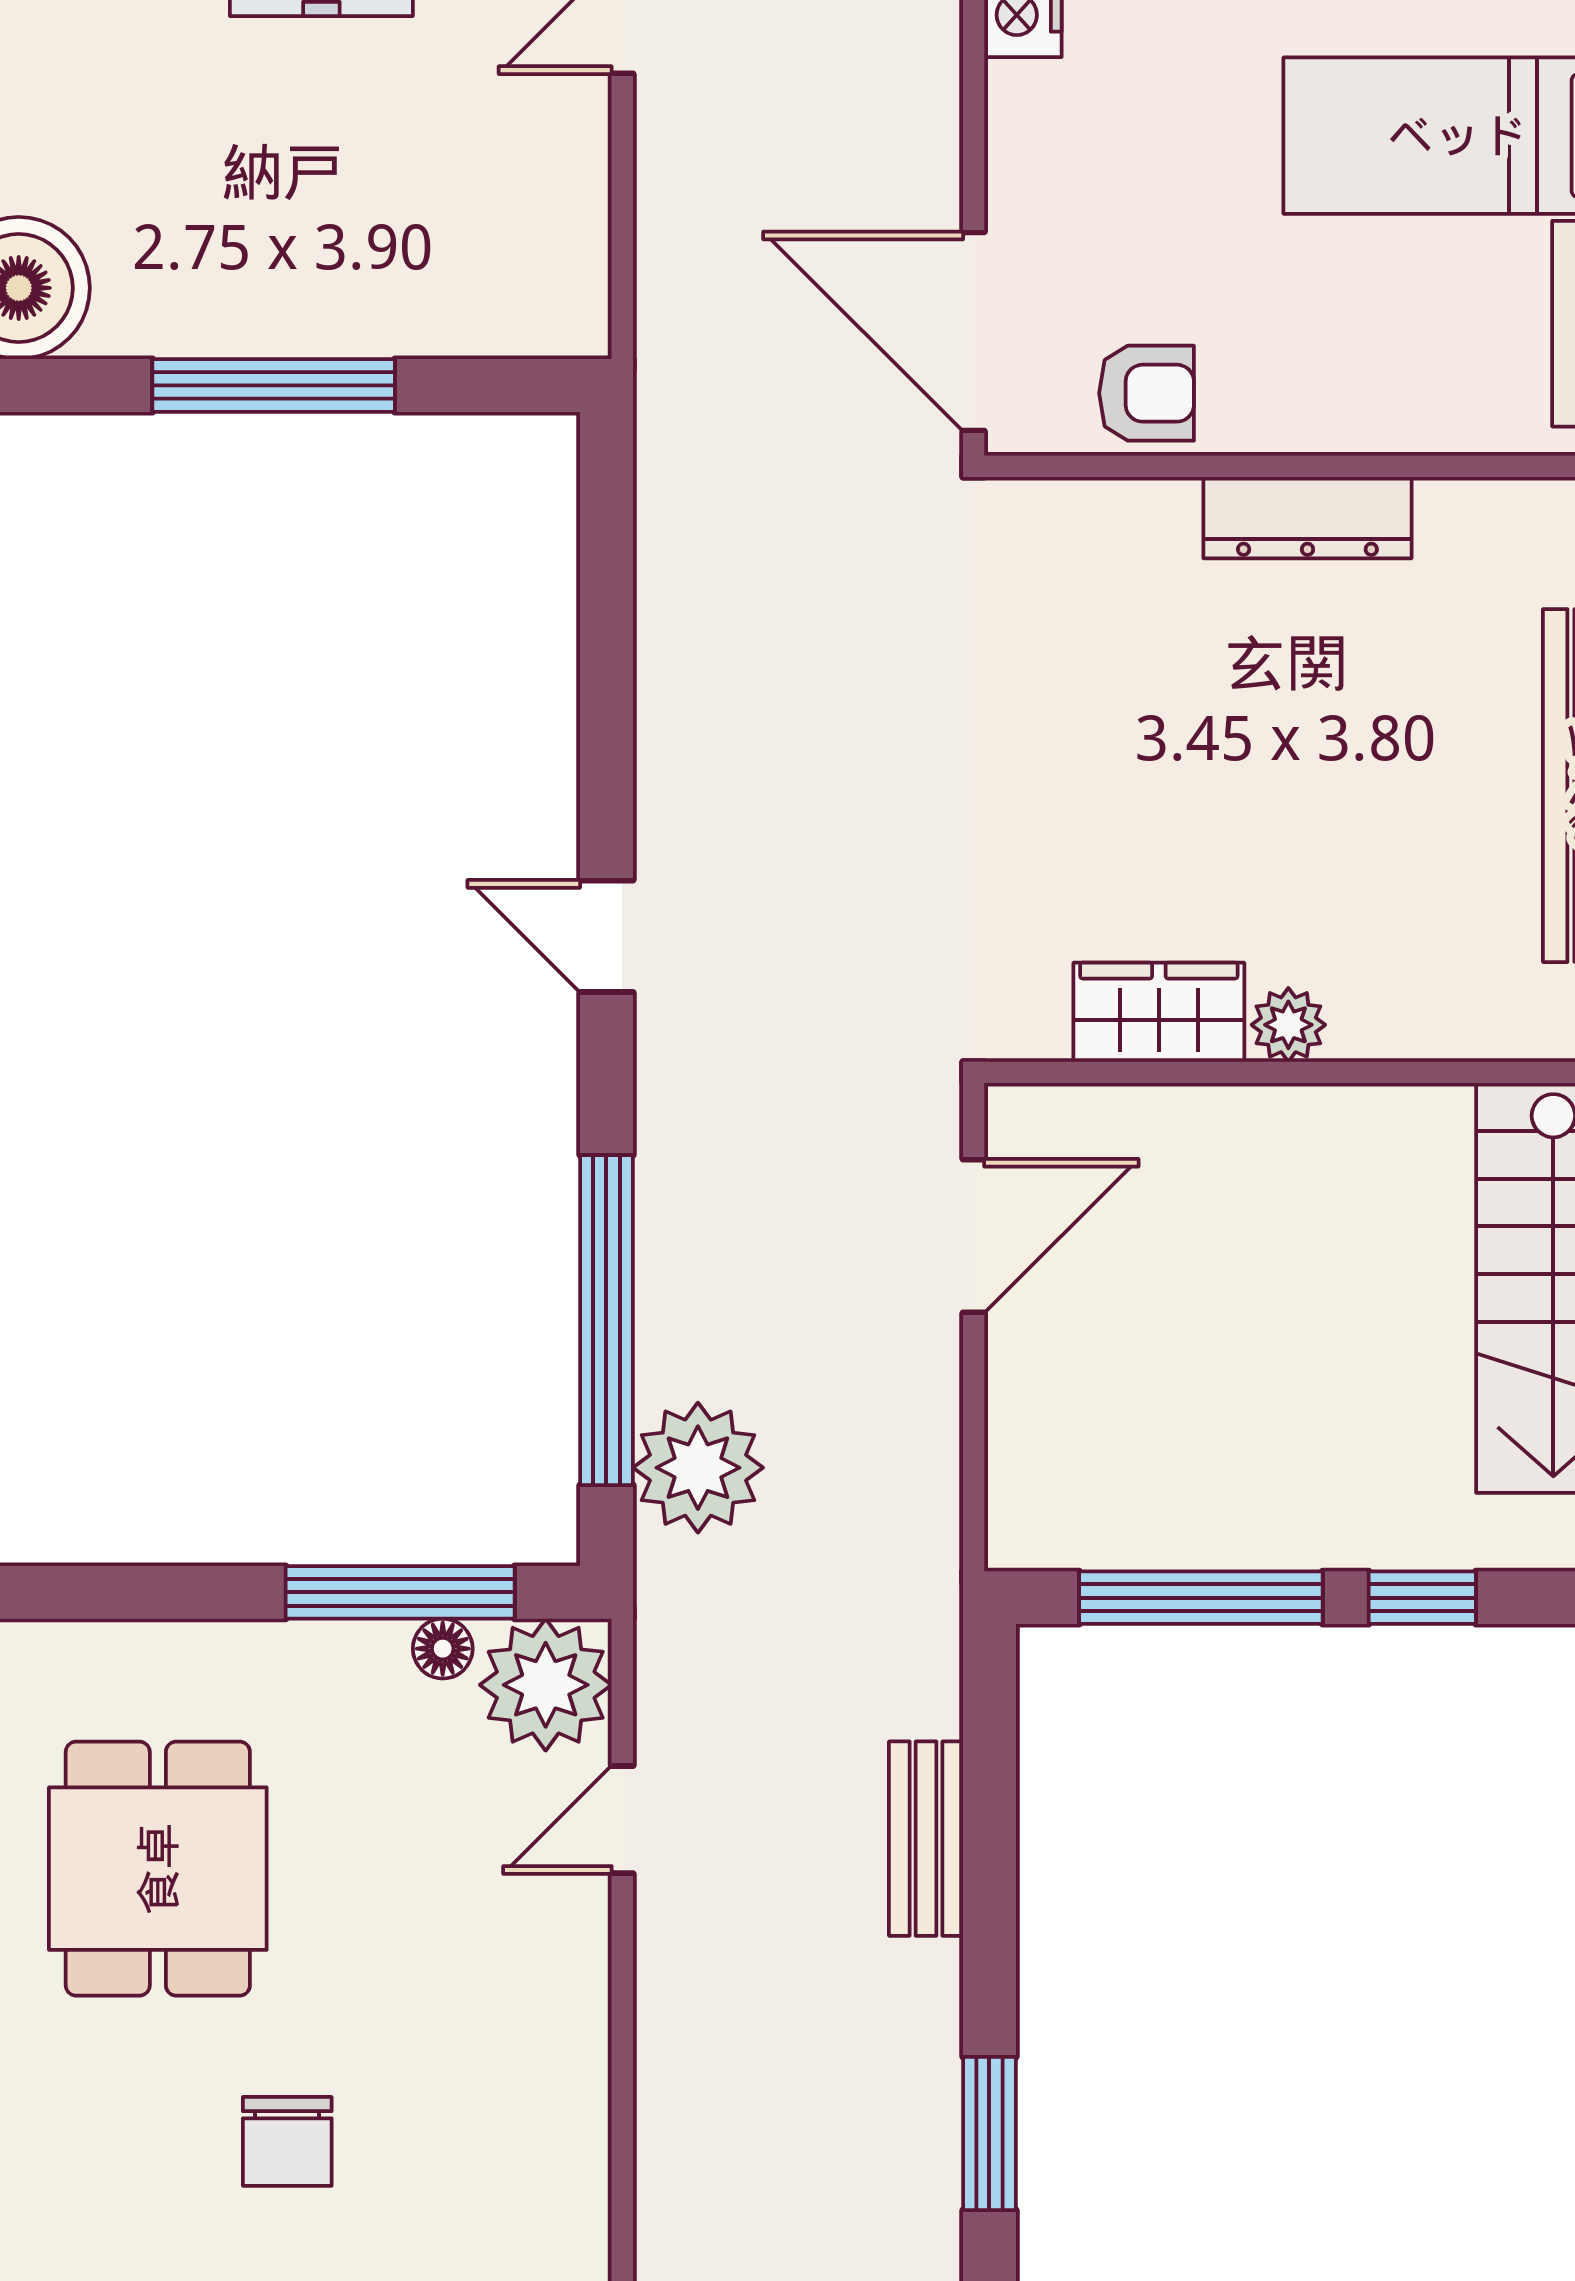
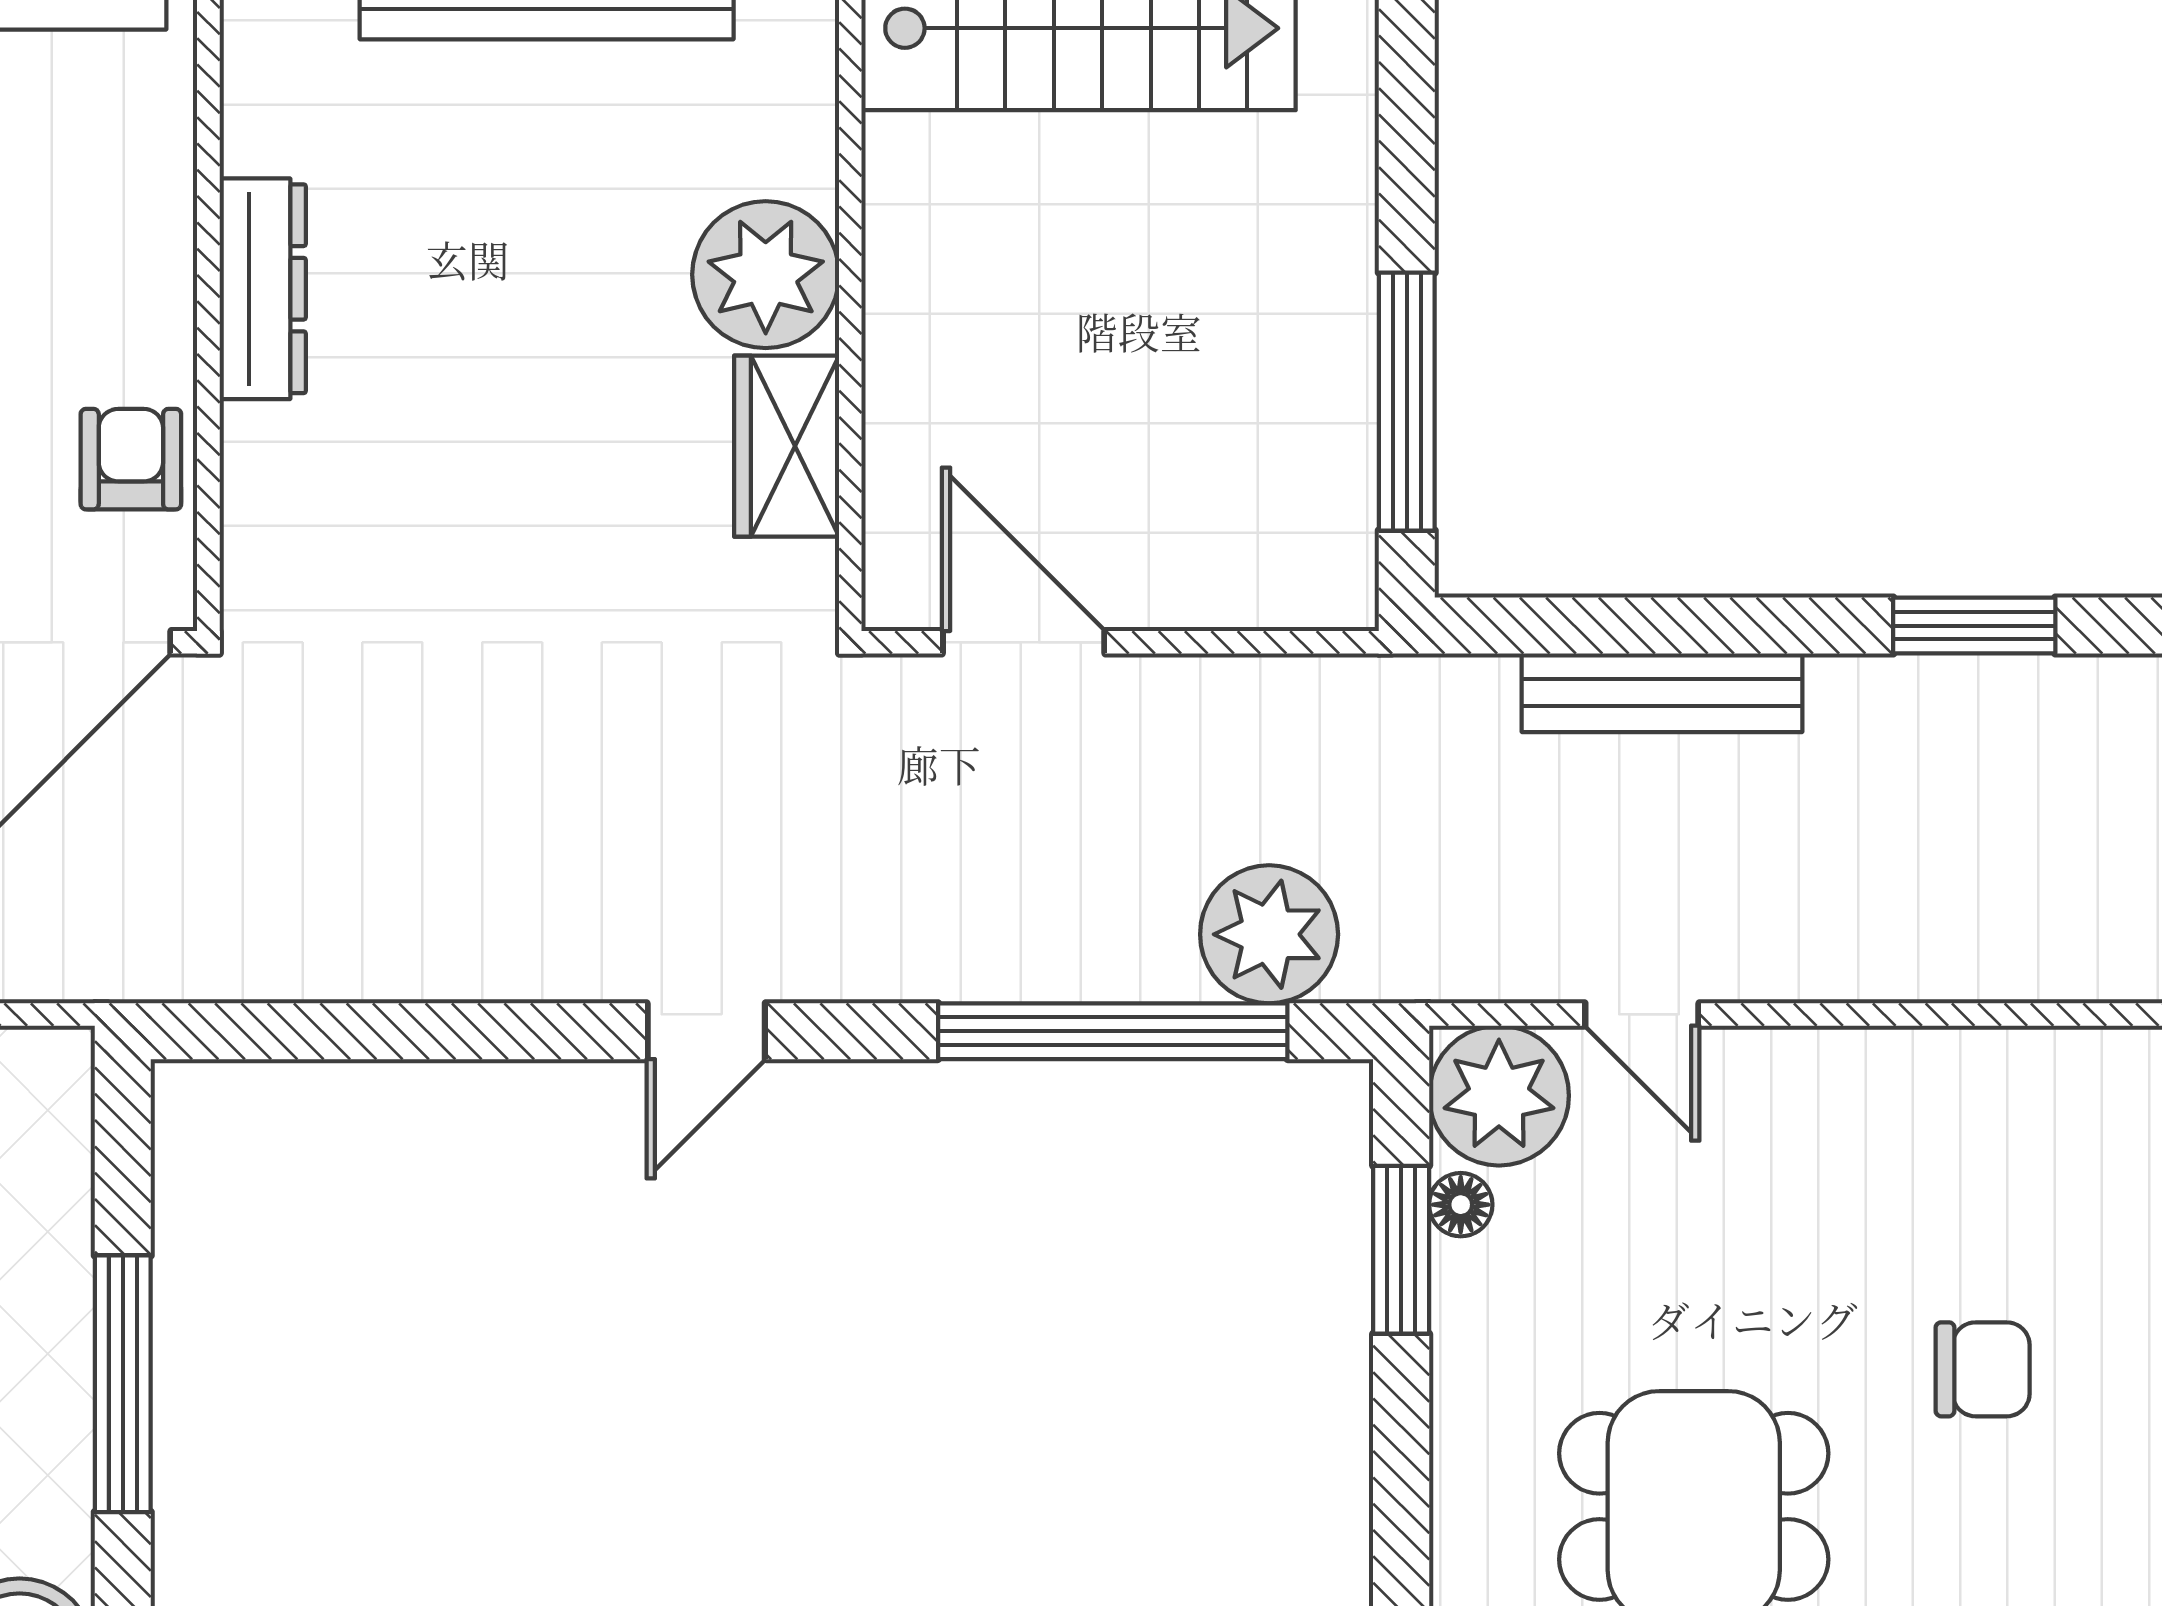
plant: (1288, 1025) -> (766, 275), width x1.88, depth x1.88
window: (400, 1592) -> (1401, 1250), width x0.69
window: (1422, 1598) -> (1407, 167), removed
bench: (926, 1839) -> (1662, 693), width x1.36

